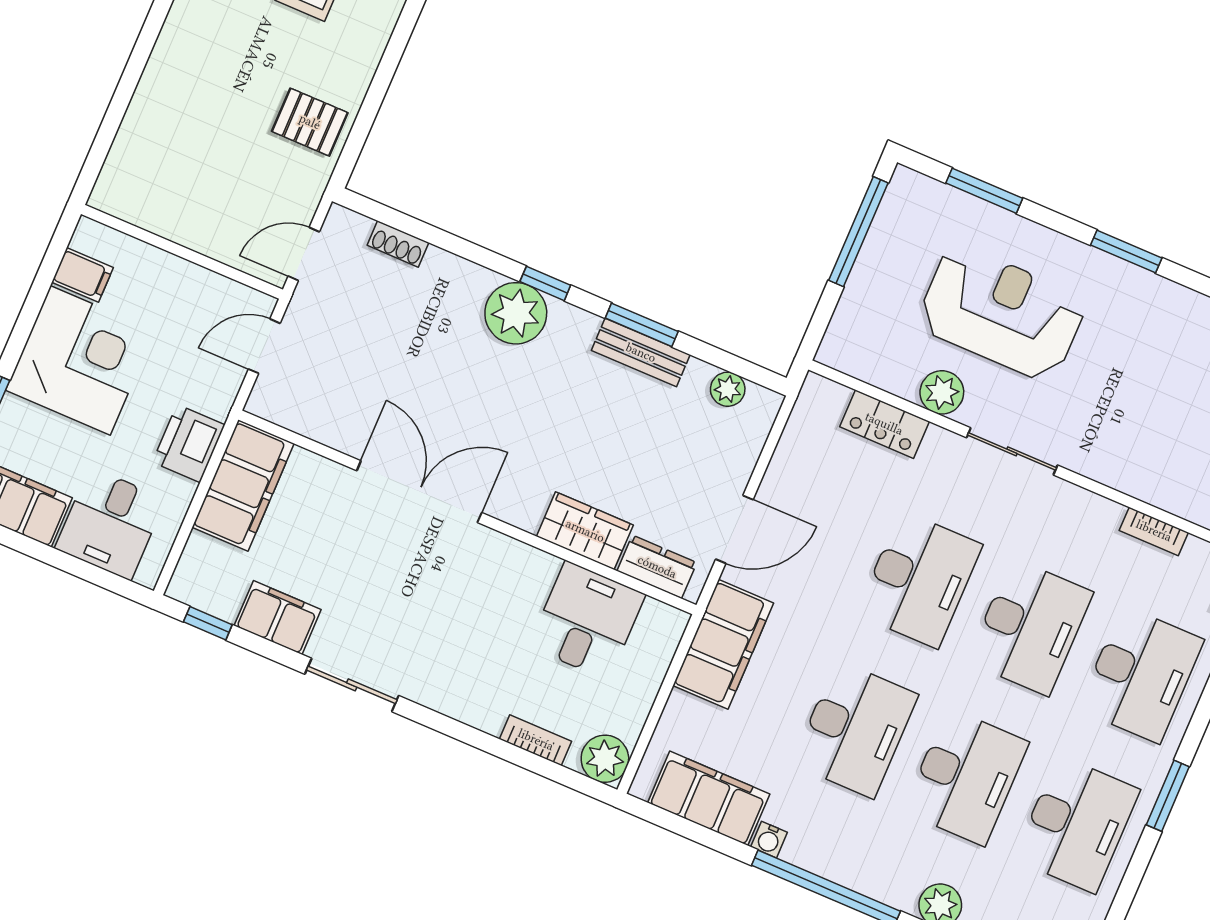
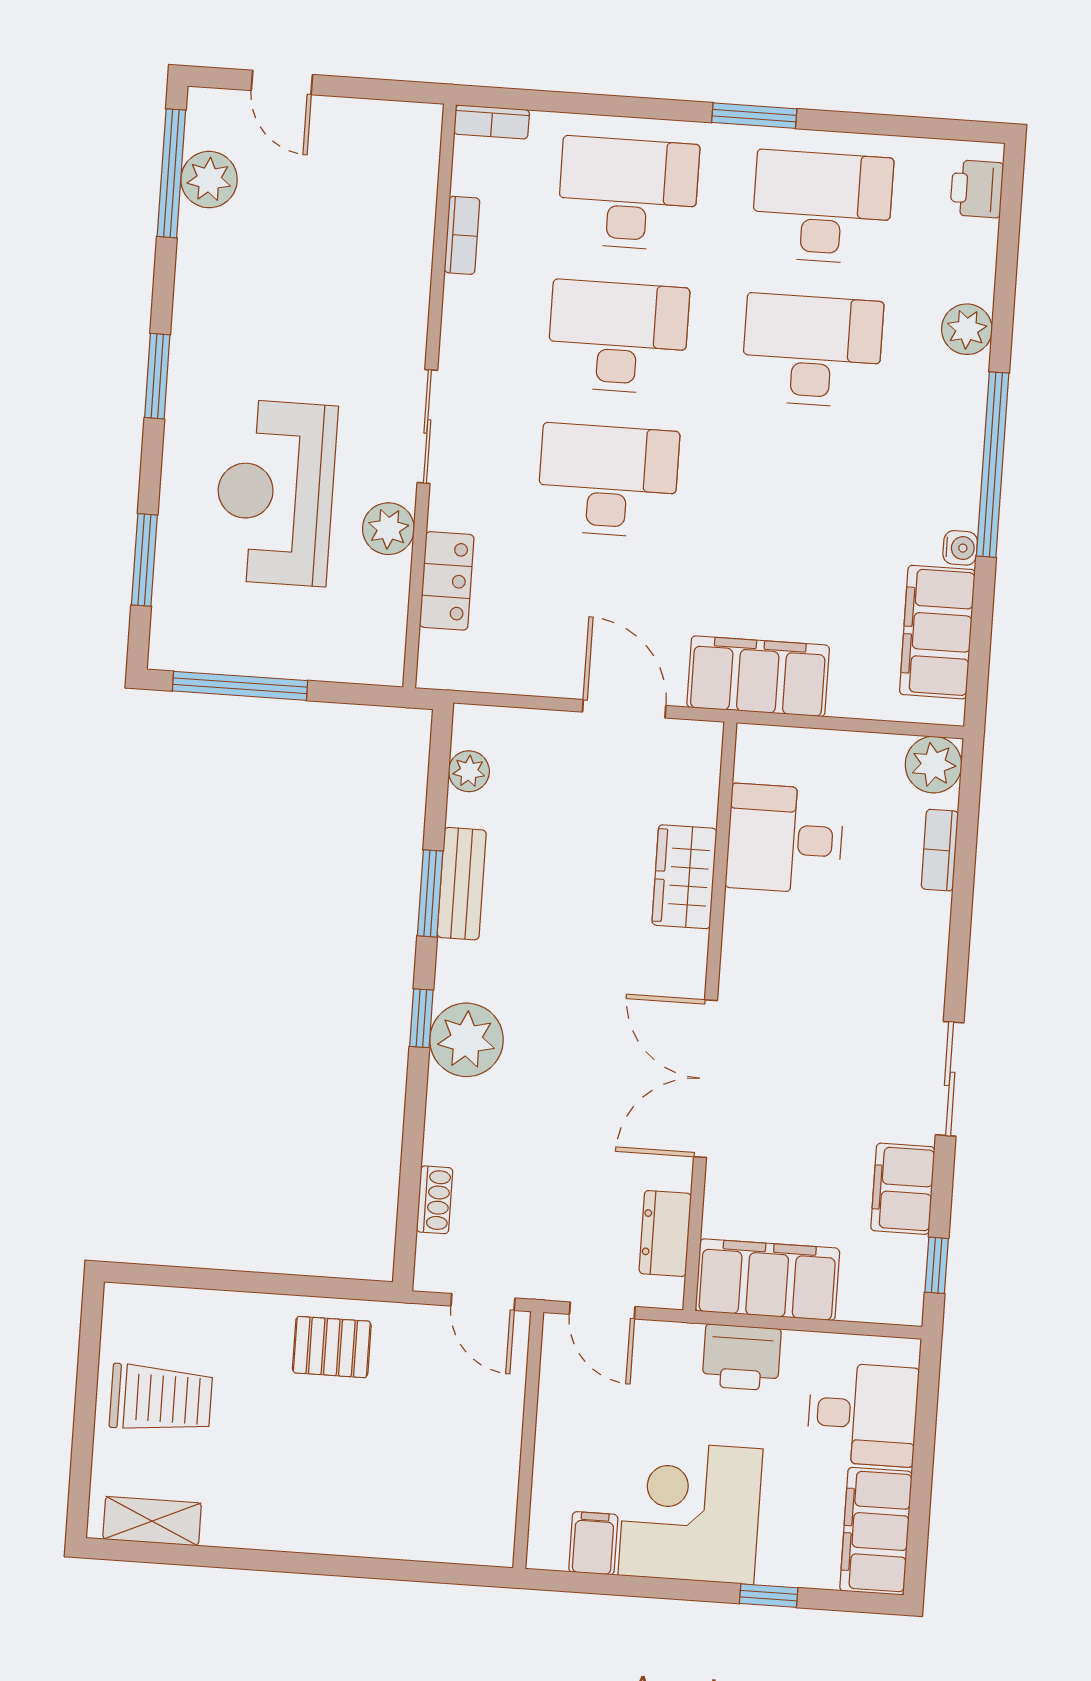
pallet: (310, 122) -> (332, 1347), turned 90
dresser: (657, 567) -> (665, 1233), moved
desk: (855, 729) -> (802, 494), removed

